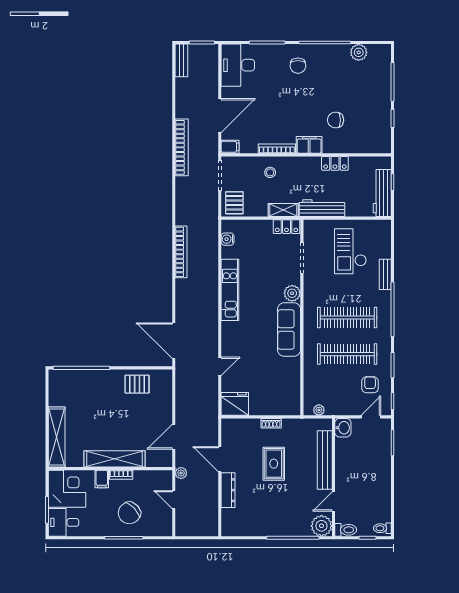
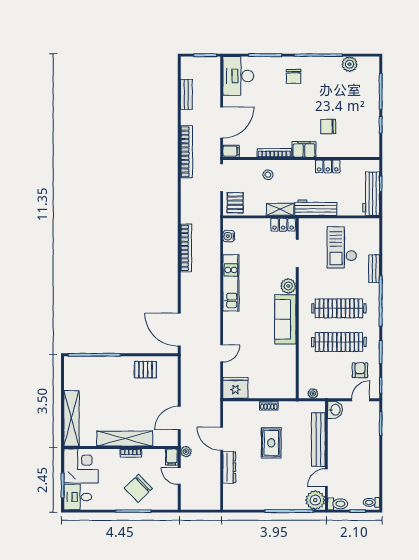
bench: (181, 60) -> (186, 94), moved
filing cabinet: (102, 479) -> (172, 457), moved

